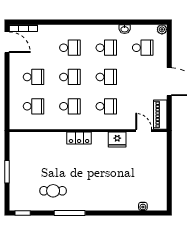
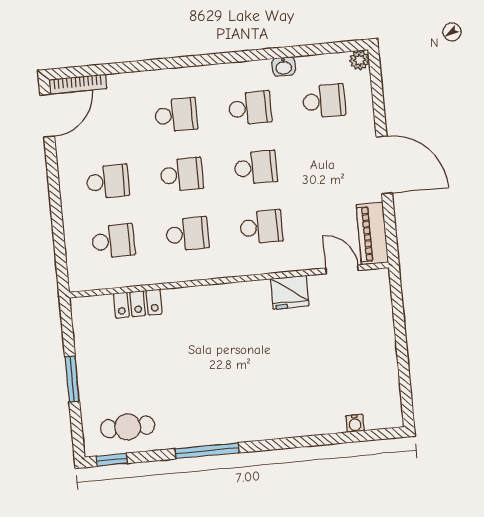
door: (7, 42) -> (47, 116), hinge flipped
locker: (79, 138) -> (138, 304), moved
cafe table: (53, 191) -> (128, 427), moved

